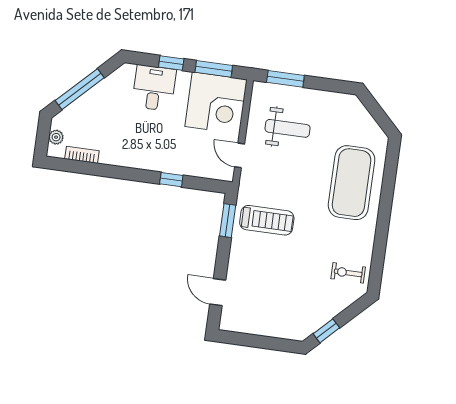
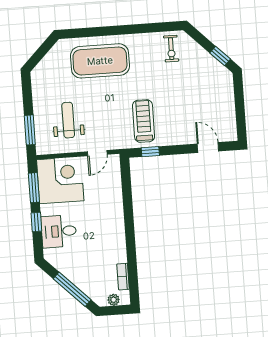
window: (171, 180) -> (128, 203), removed
window: (228, 221) -> (150, 152), width x0.67
door: (218, 292) -> (208, 147), swing flipped

